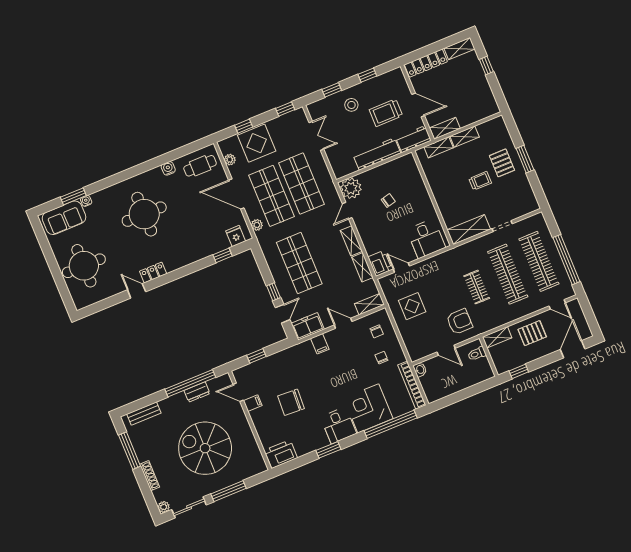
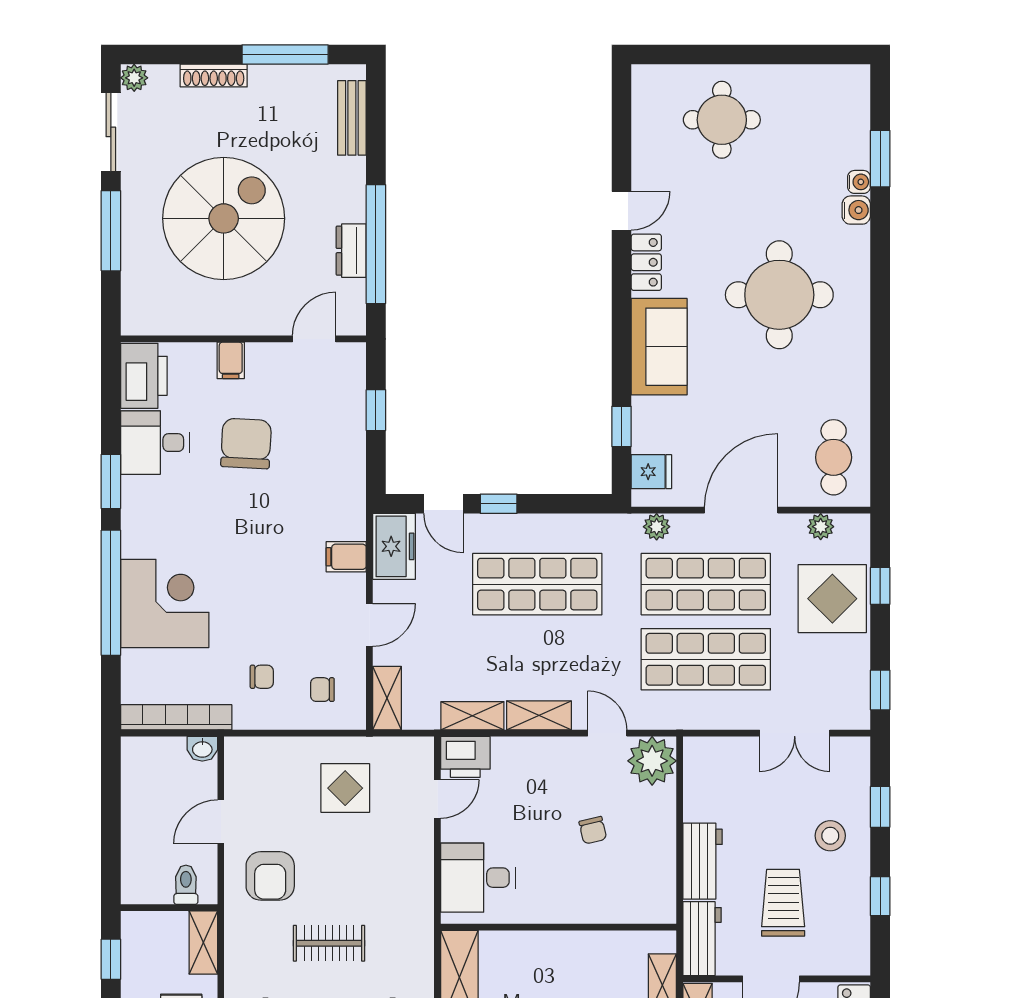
workbench: (377, 154) -> (703, 861), width x0.73
water cooler: (168, 168) -> (856, 210), moved
sofa: (64, 218) -> (659, 347), moved, turned 180
round table: (84, 266) -> (722, 120), width x0.73, depth x0.73
filing cabinet: (253, 403) -> (231, 360), moved
window: (391, 424) -> (111, 593), moved
desk: (339, 425) -> (155, 443), moved

